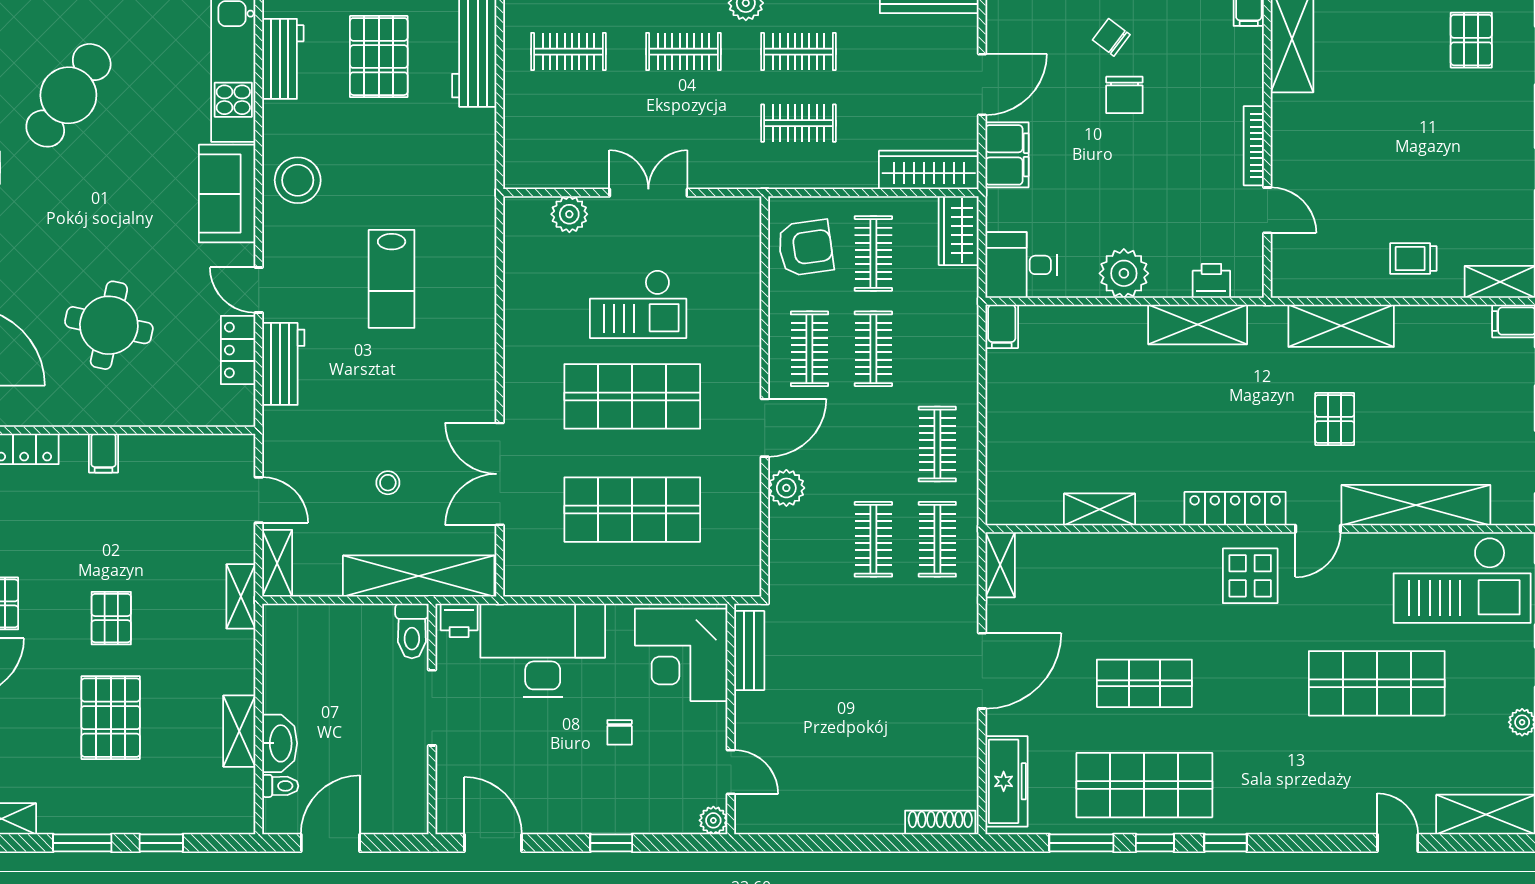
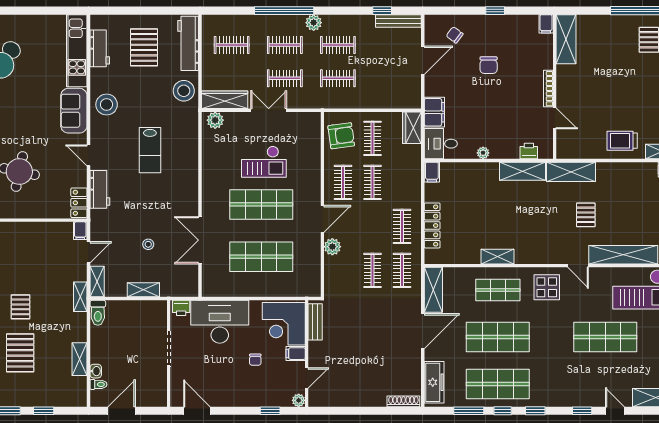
chair: (1111, 37) -> (455, 35), moved
clothes rail: (683, 123) -> (285, 78), added
stool: (465, 151) -> (184, 91), added
filing cabinet: (1007, 155) -> (434, 112), moved
wardrobe: (929, 170) -> (225, 100), moved
plant: (569, 214) -> (215, 120), moved
trolley: (1413, 258) -> (622, 141), width x1.36, depth x1.39
plant: (1124, 273) -> (483, 153), width x0.53, depth x0.53
shelving: (1341, 326) -> (571, 172), moved
locker: (238, 350) -> (79, 203), moved
filing cabinet: (104, 453) -> (80, 231), moved
door: (259, 500) -> (89, 252), hinge flipped
shelving: (1100, 509) -> (498, 257), moved
locker: (1235, 509) -> (432, 225), moved, turned 90
door: (1318, 529) -> (578, 266), hinge flipped
shelving: (1000, 565) -> (433, 290), width x1.50, depth x1.33
shelving: (419, 576) -> (143, 290), width x0.45, depth x0.75
shop shelf: (1144, 582) -> (498, 290), added
toilet: (412, 631) -> (98, 313), moved
shop shelf: (1144, 683) -> (498, 337), width x1.43, depth x1.36
filing cabinet: (707, 719) -> (296, 354), added
washbasin: (280, 743) -> (96, 371), width x0.52, depth x0.69
door: (731, 772) -> (307, 378), hinge flipped
window: (611, 843) -> (270, 411), moved
window: (1327, 843) -> (582, 411), added

